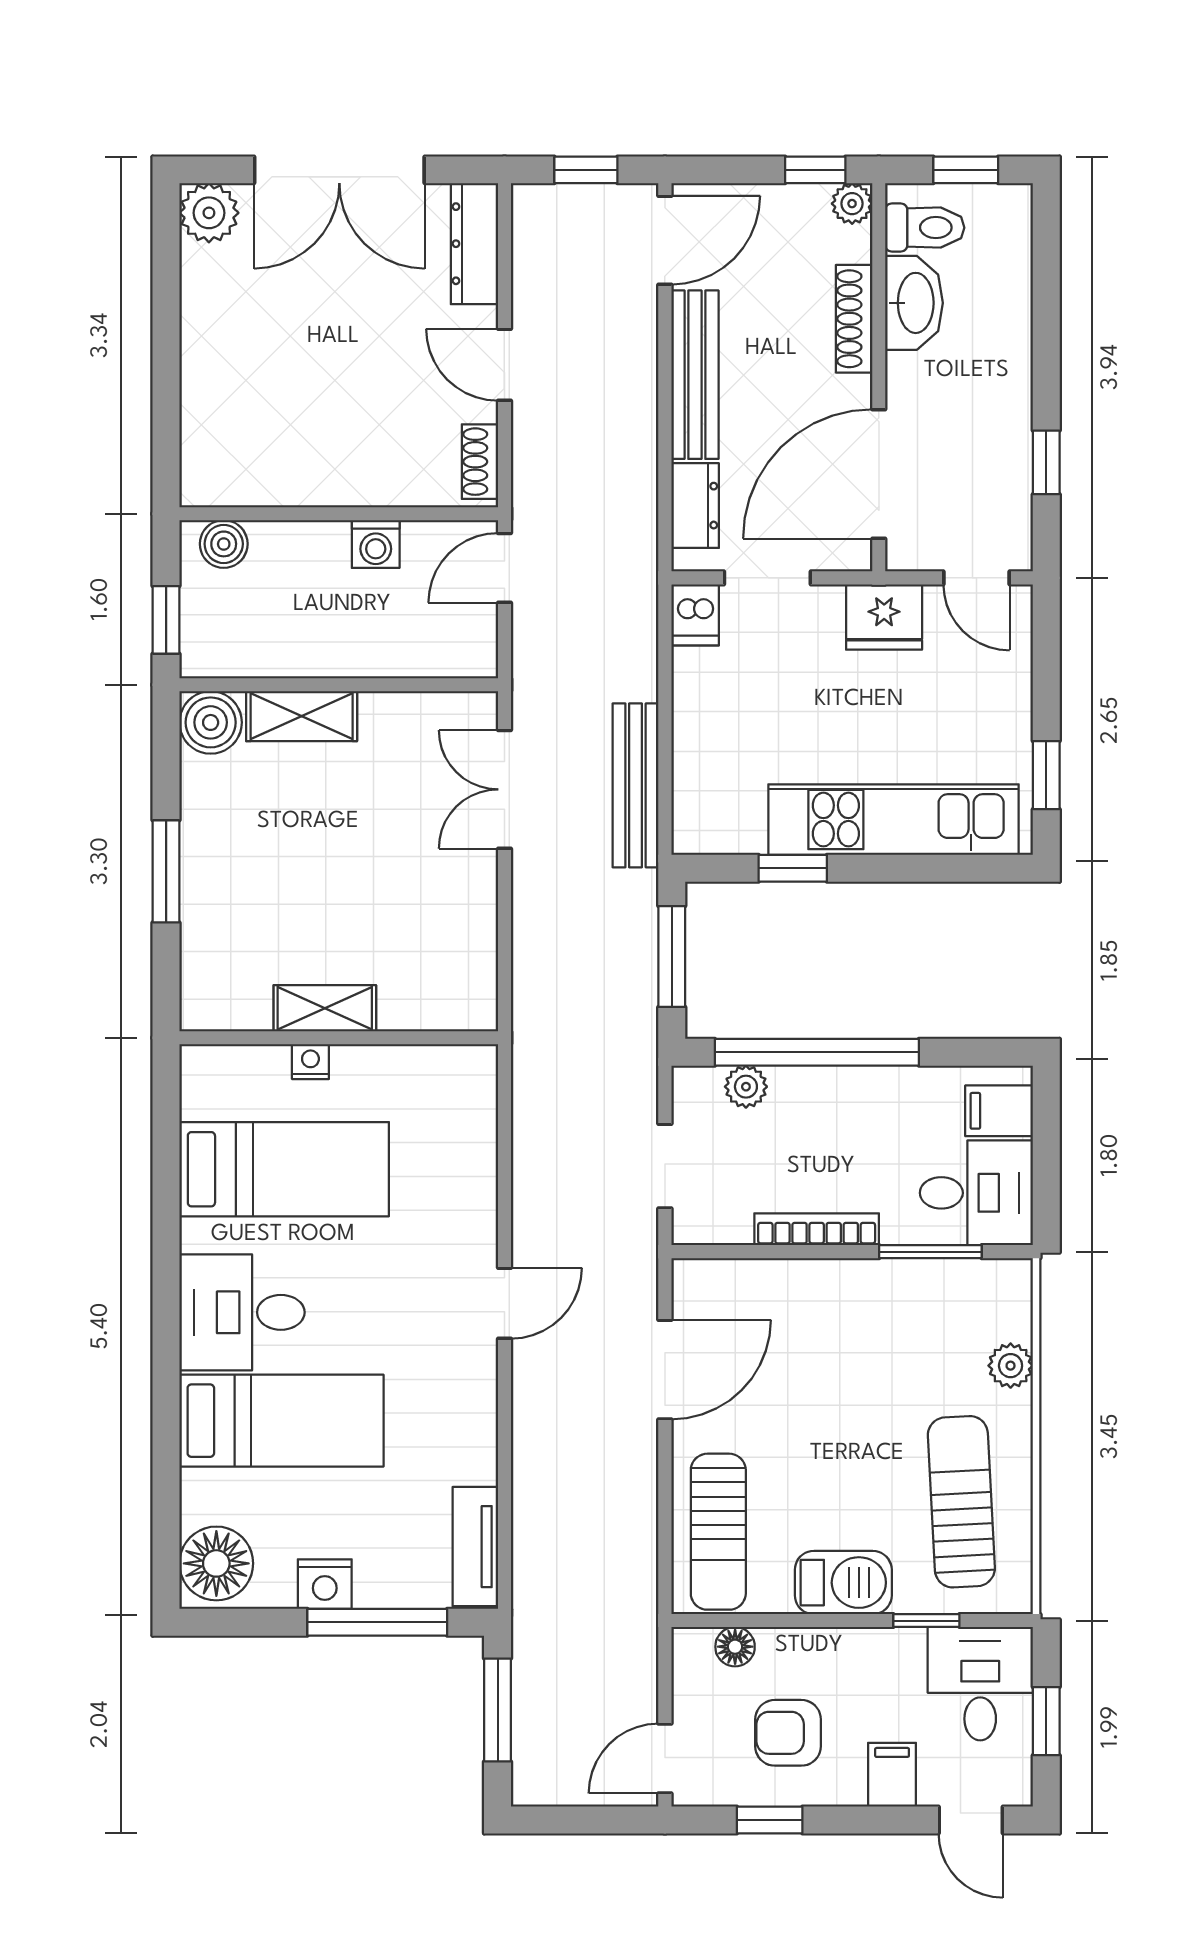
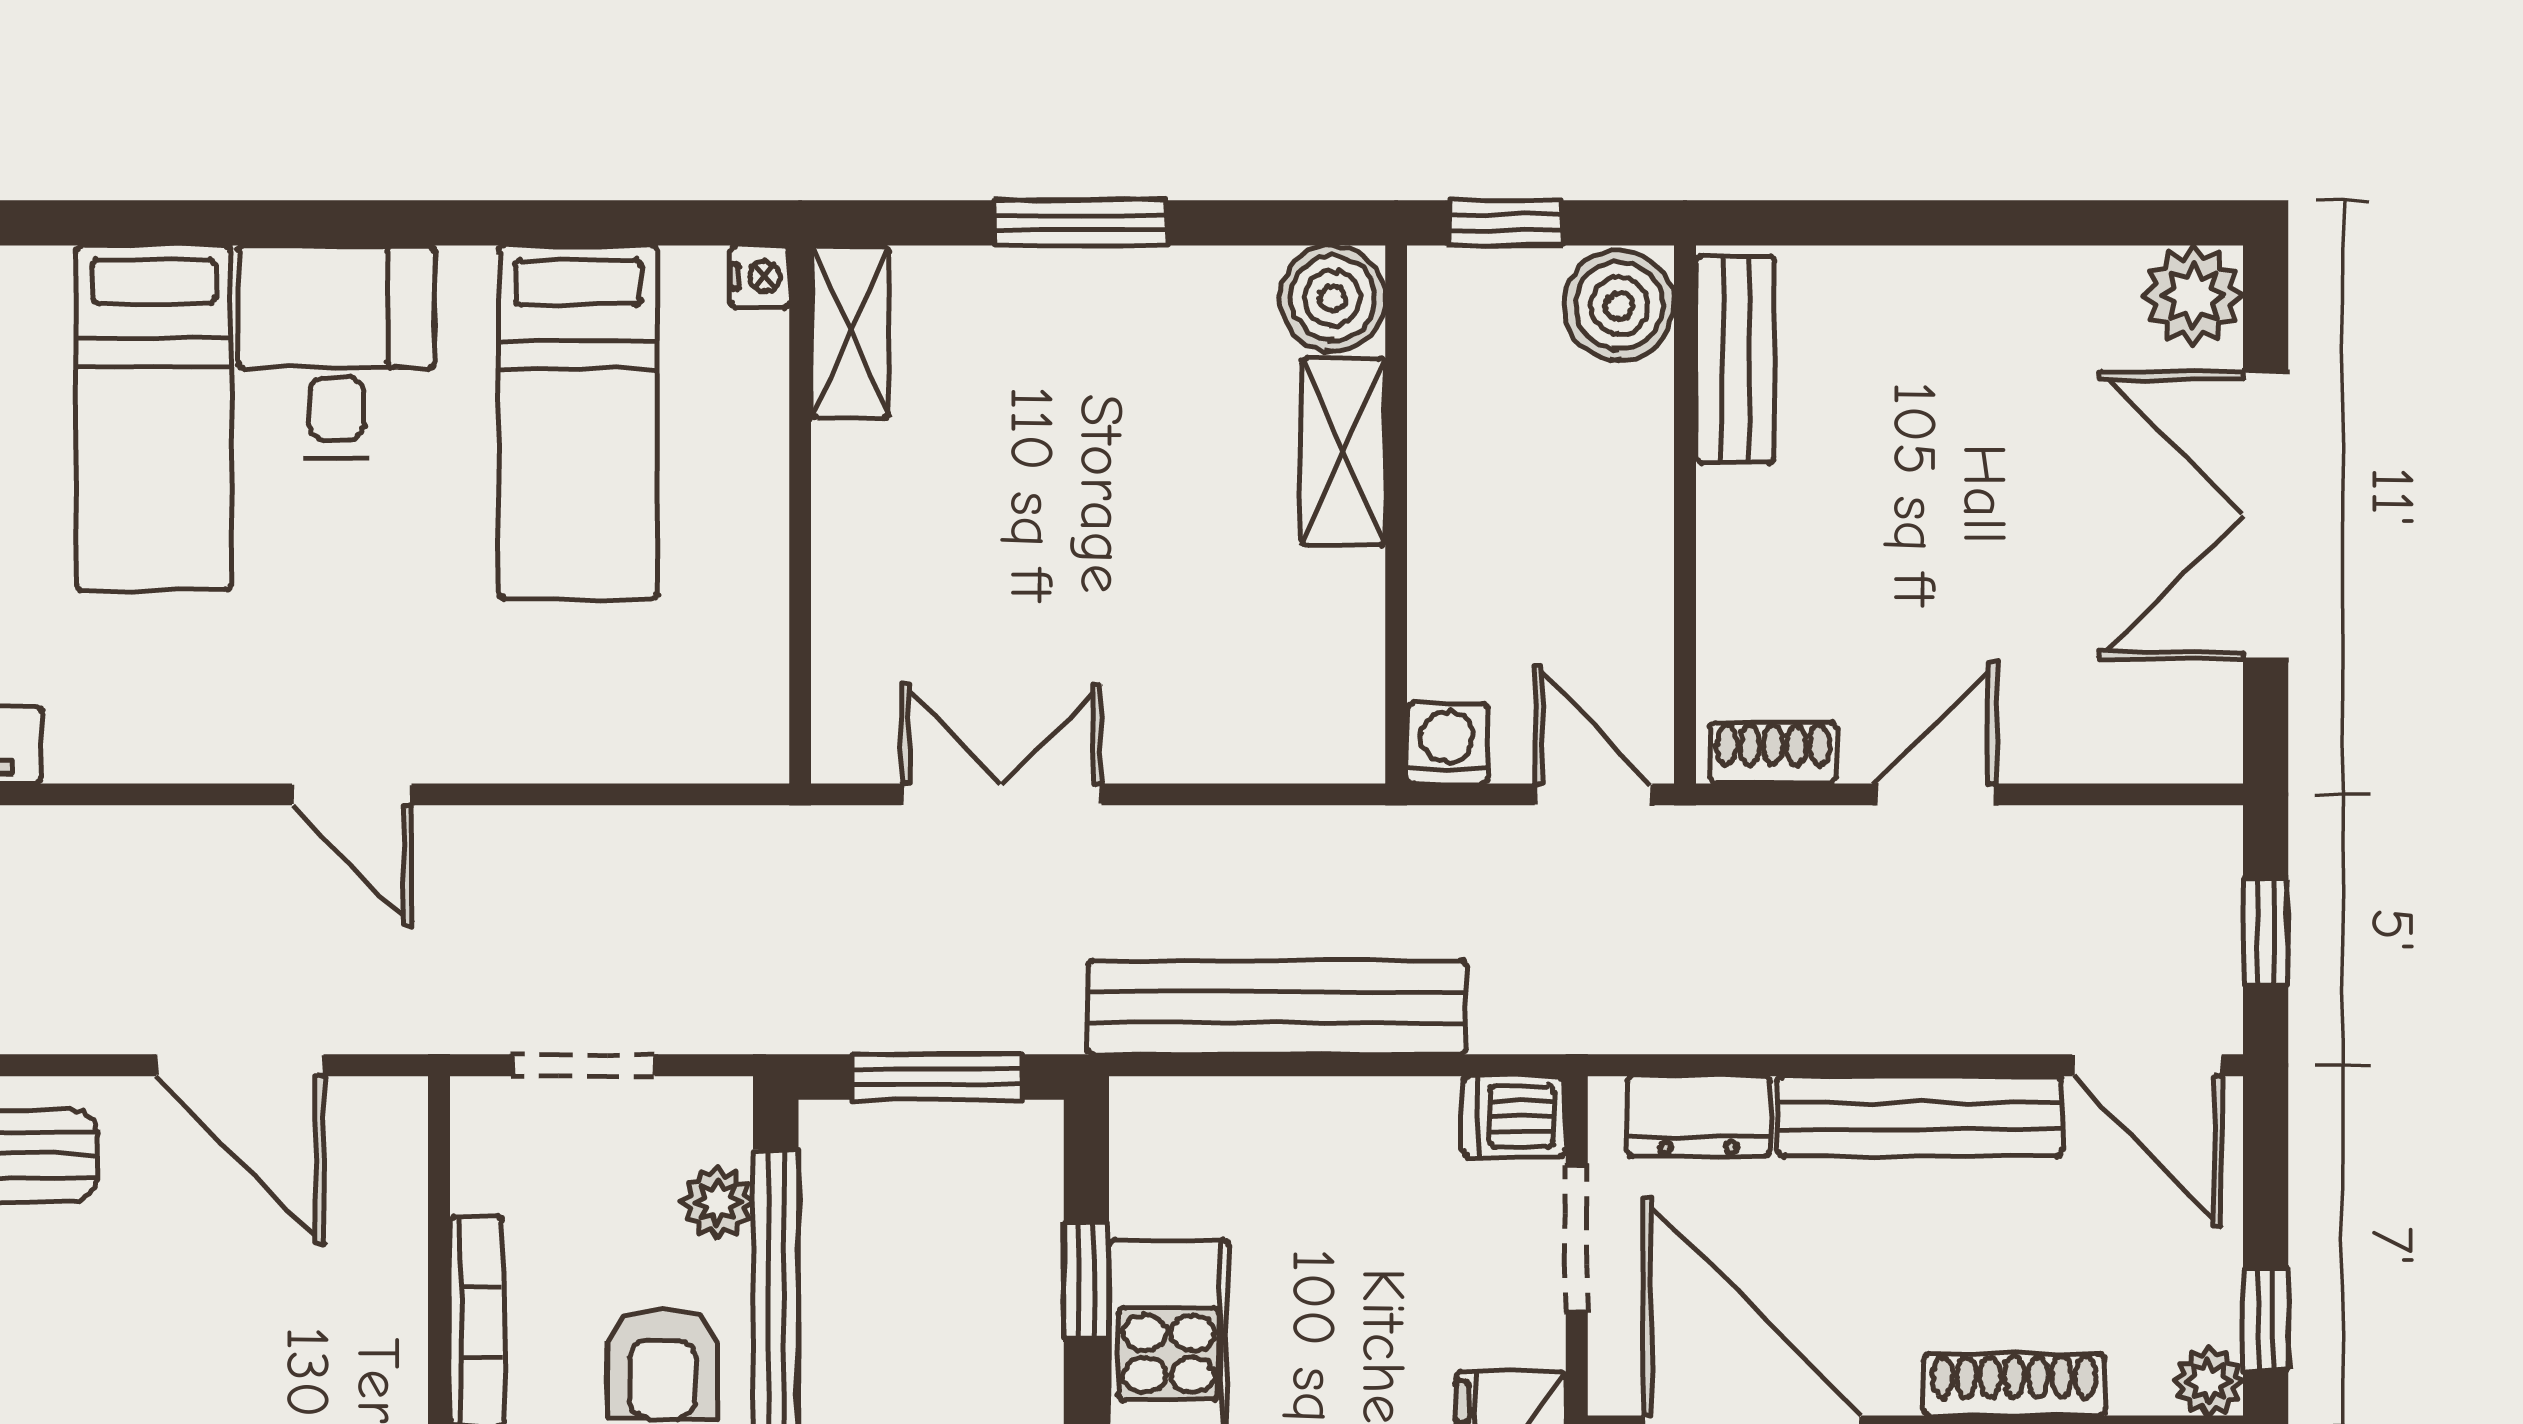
dresser: (474, 244) -> (2141, 744), removed
bench: (247, 484) -> (1735, 359), added
boiler: (224, 544) -> (1619, 306), width x1.36, depth x1.36
washing machine: (376, 544) -> (1447, 743), moved, turned 90
bench: (636, 785) -> (1277, 1007), width x1.37, depth x1.21
double door: (504, 789) -> (1001, 794), moved
shelving: (325, 1008) -> (850, 332), moved
nightstand: (310, 1062) -> (760, 277), moved
armchair: (842, 1119) -> (662, 1364), added

